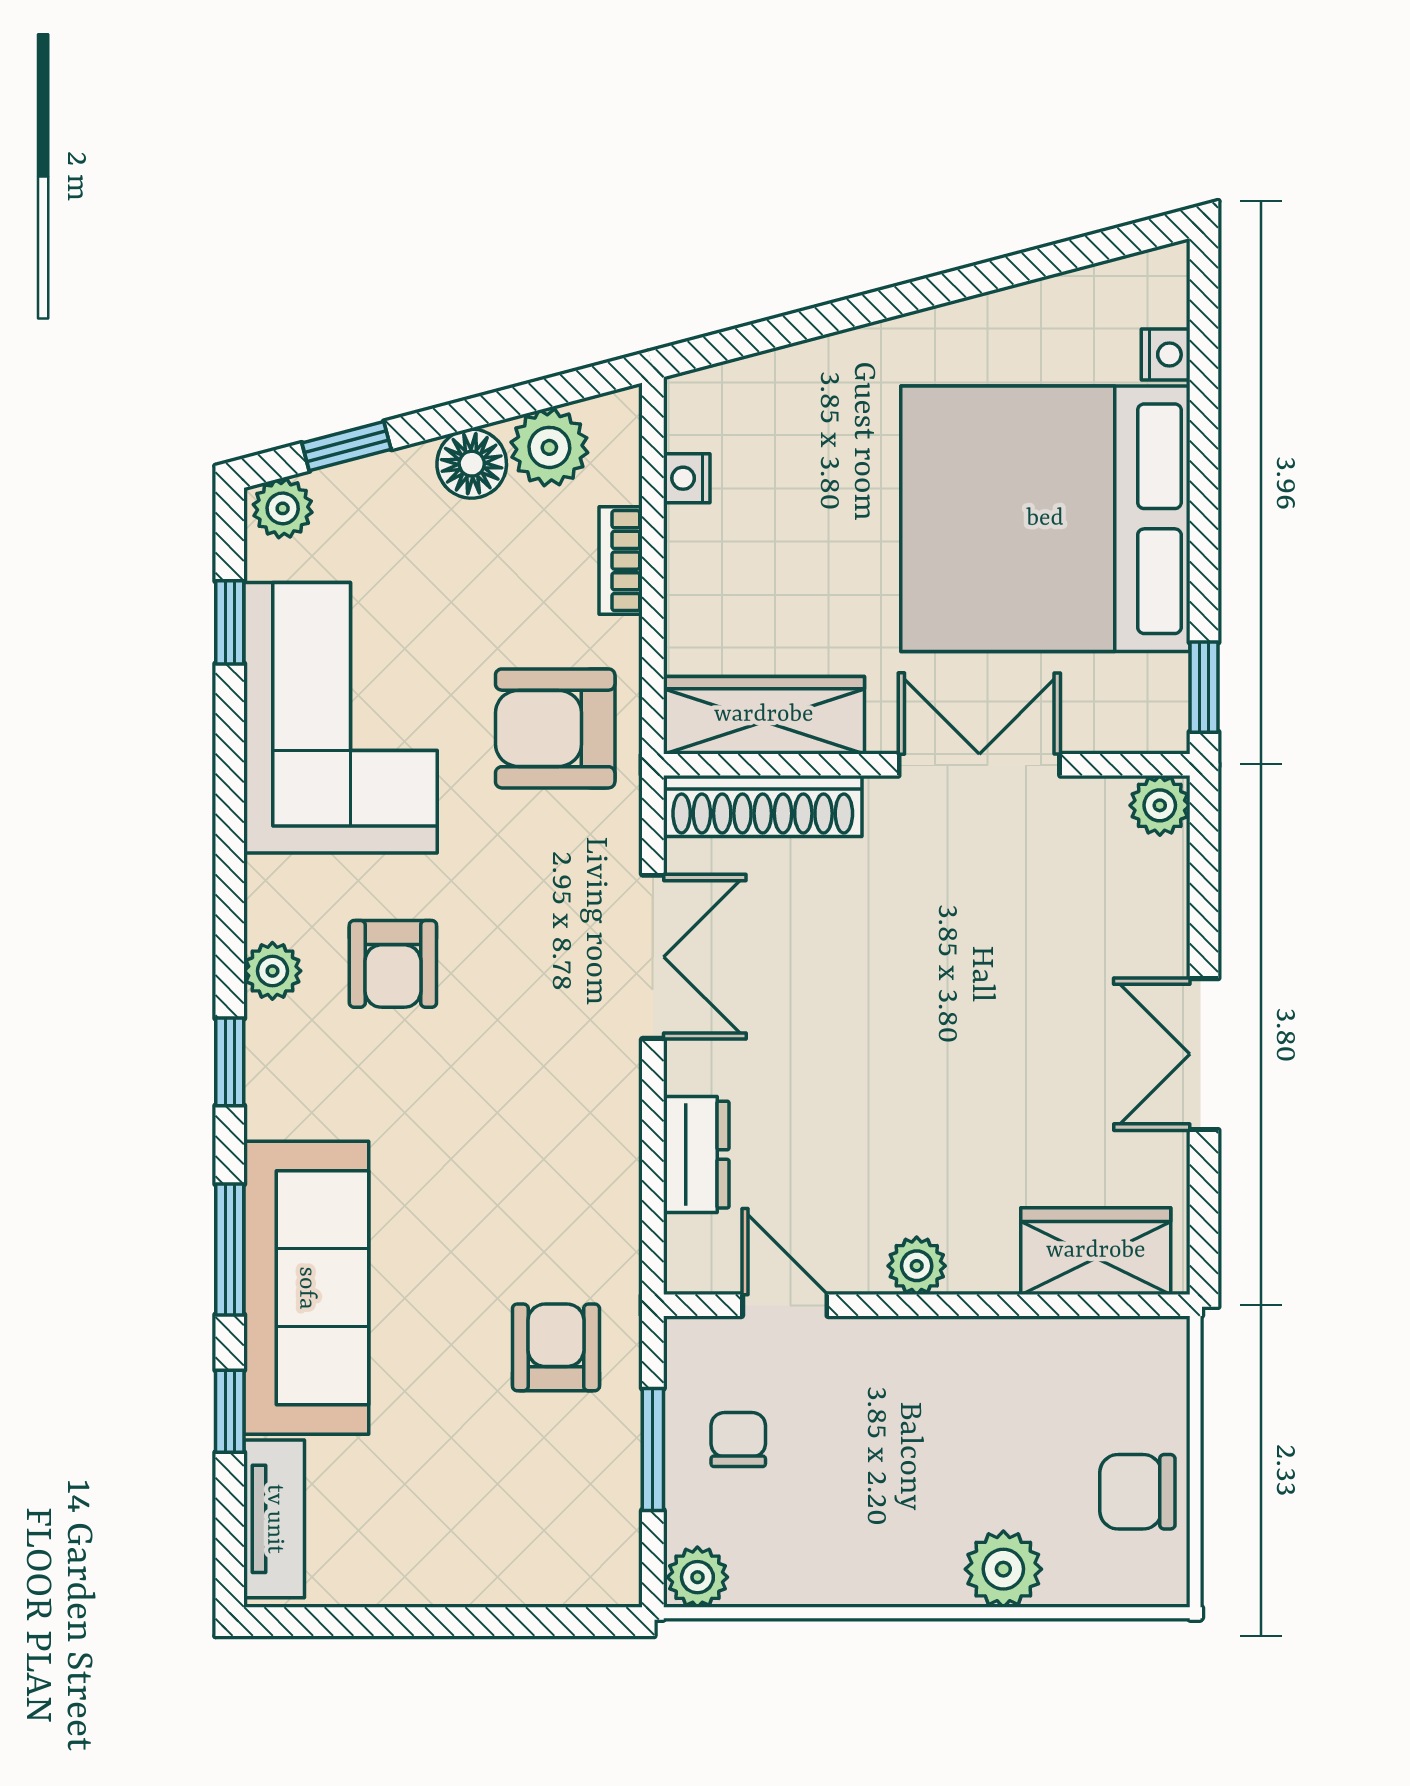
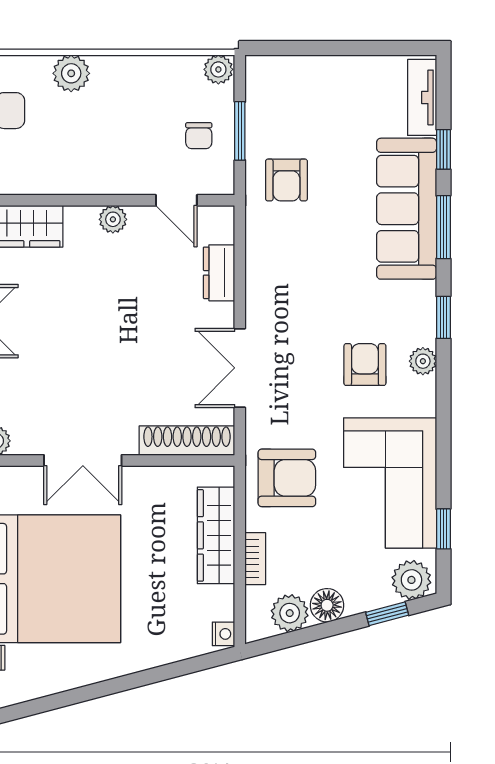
nightstand: (687, 478) -> (224, 634), moved
plant: (283, 508) -> (411, 580), width x1.38, depth x1.38
wardrobe: (764, 715) -> (216, 535), moved, turned 90

